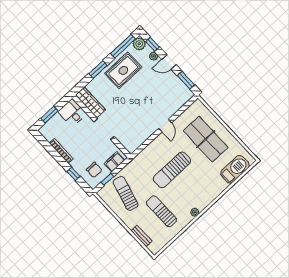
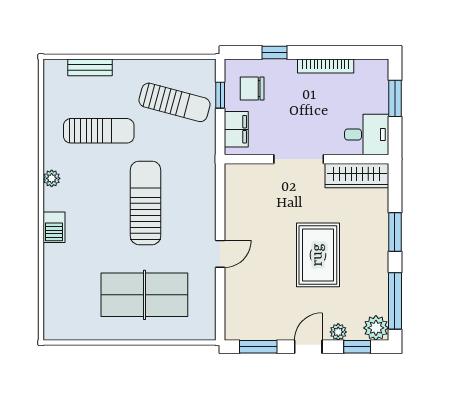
rug: (123, 70) -> (318, 255), moved
door: (165, 126) -> (220, 254), swing flipped
barbecue: (235, 169) -> (54, 227), moved, width x0.53, depth x0.65

